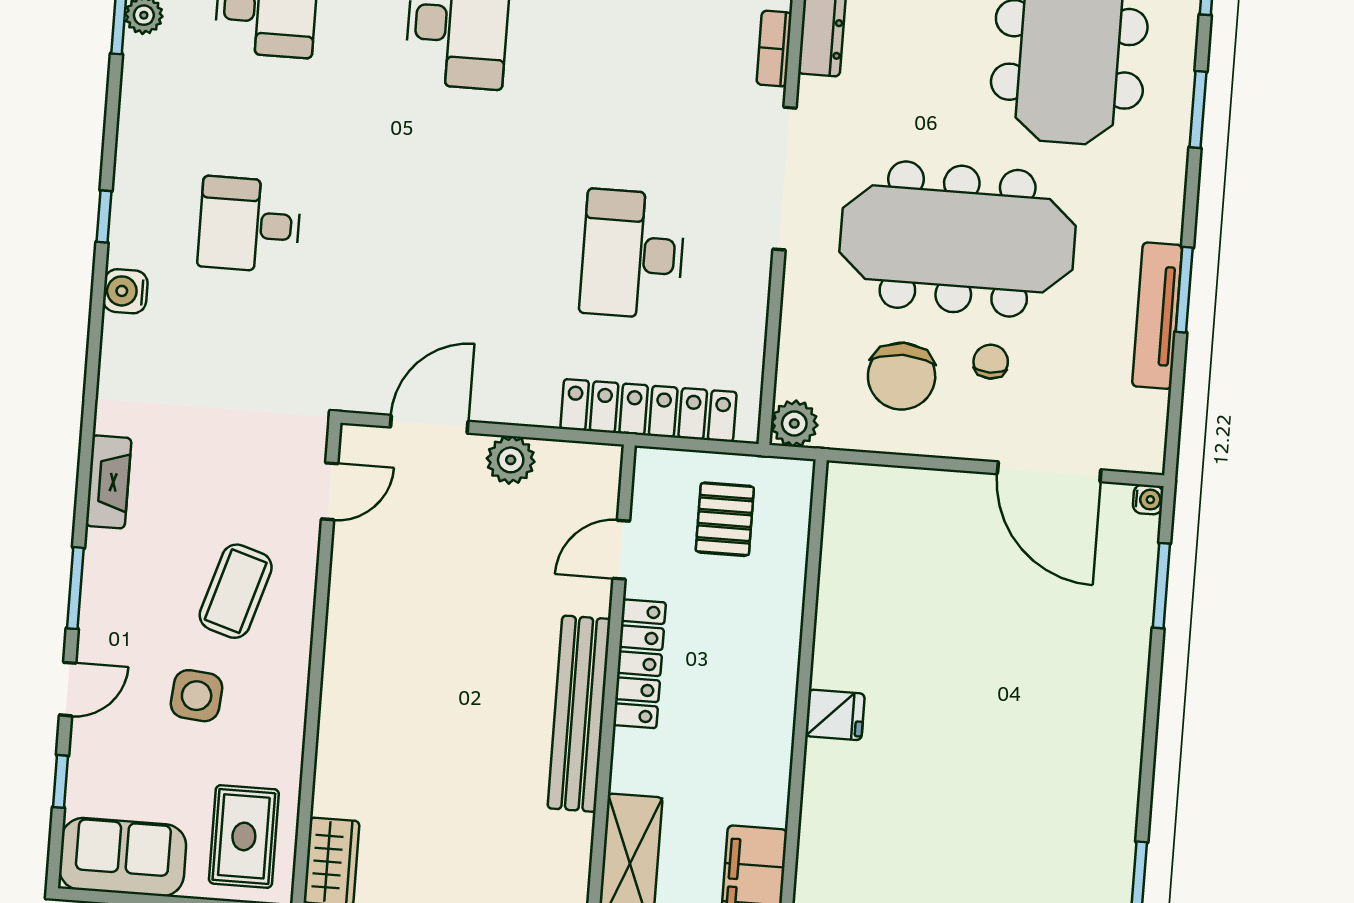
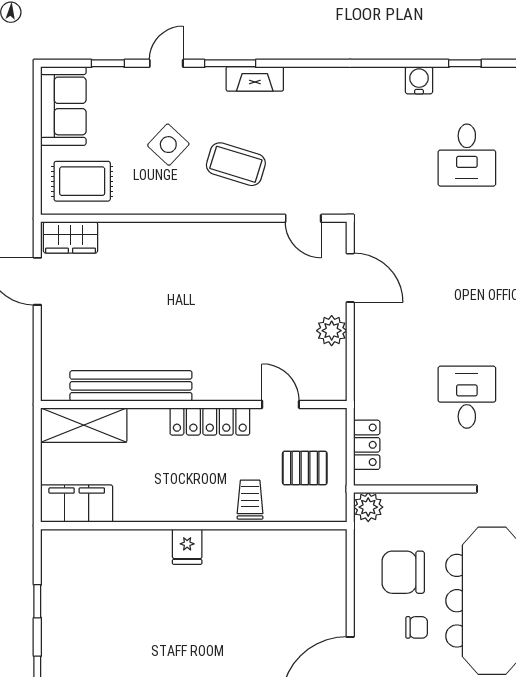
desk: (249, 225) -> (467, 155), turned 180
desk: (633, 254) -> (467, 397), width x0.73
locker: (648, 410) -> (367, 445), width x0.46, depth x0.83
fireplace: (109, 482) -> (255, 79), moved
trolley: (768, 610) -> (250, 500), added
door: (68, 689) -> (166, 63), swing flipped
side table: (197, 696) -> (168, 145), turned 38
bench: (579, 714) -> (131, 386), moved

